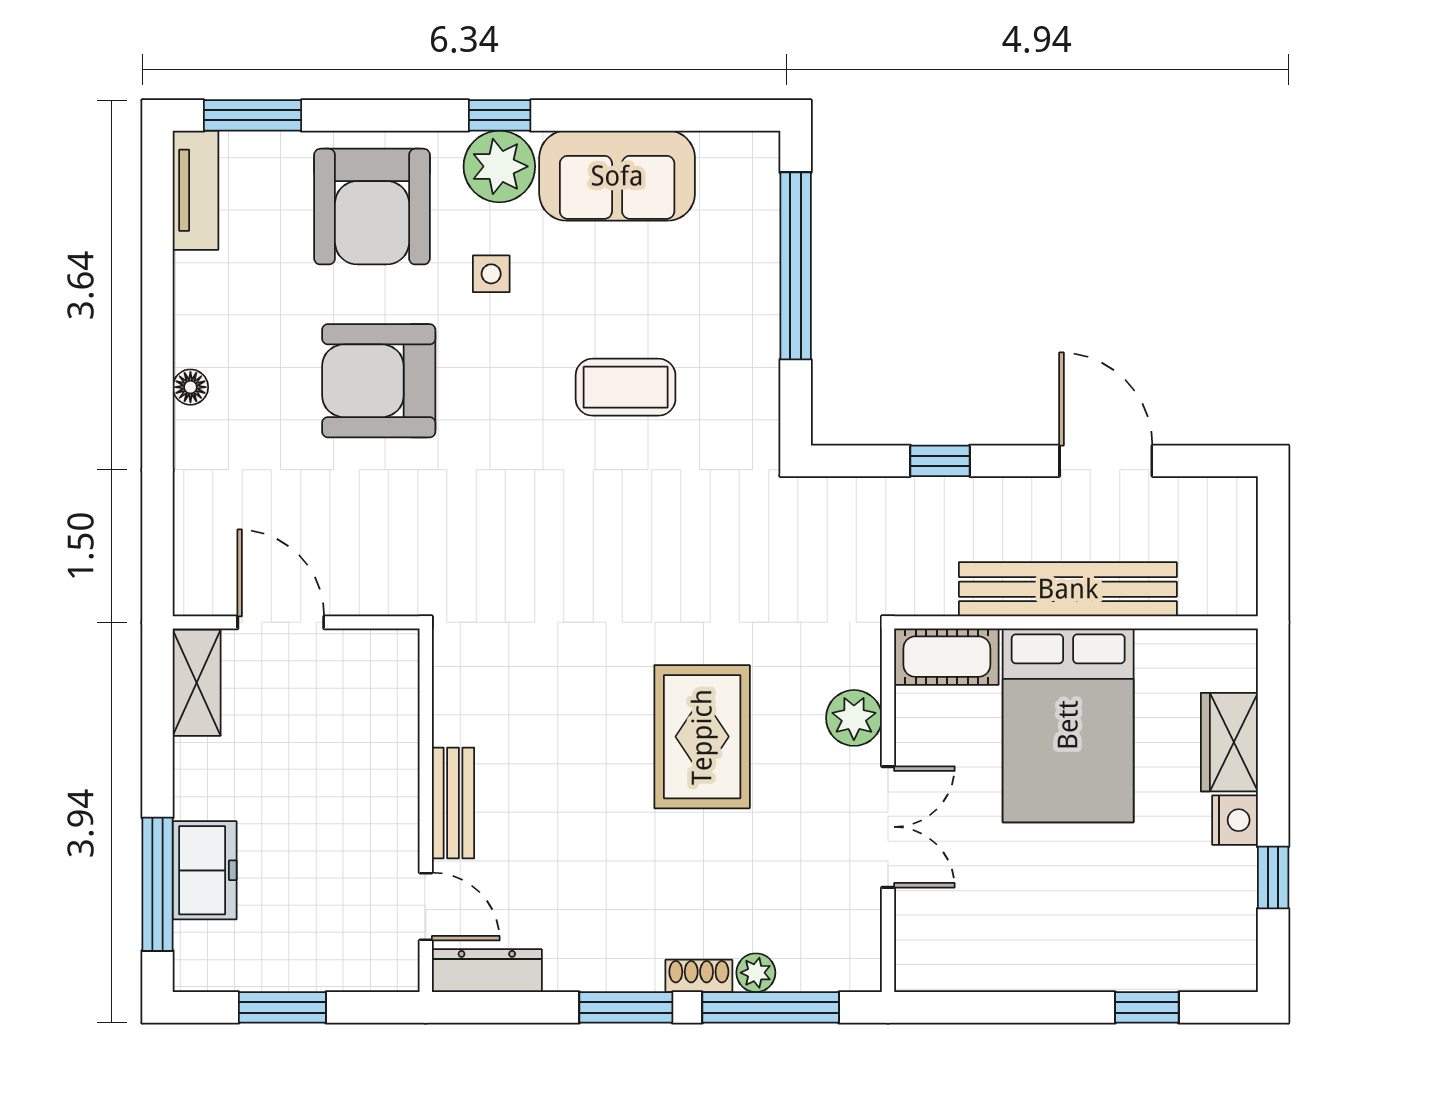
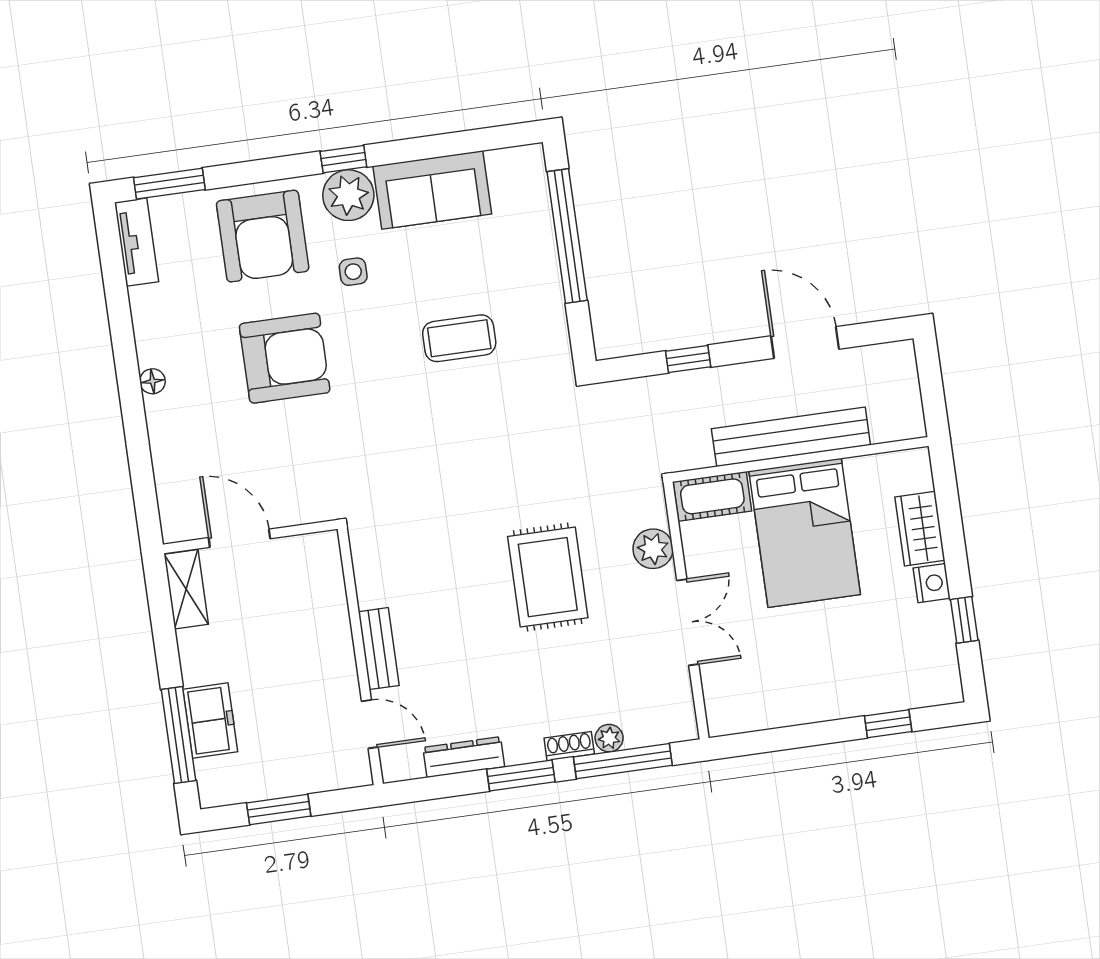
armchair: (379, 381) -> (285, 358), turned 180
dresser: (487, 971) -> (464, 757), moved

